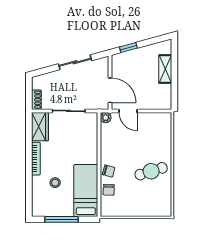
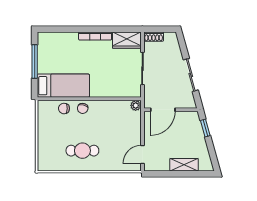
door: (128, 111) -> (142, 155), moved
cafe table: (151, 171) -> (82, 151), turned -73
stool: (55, 183) -> (71, 55), removed

